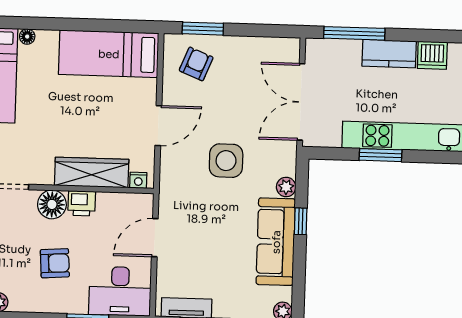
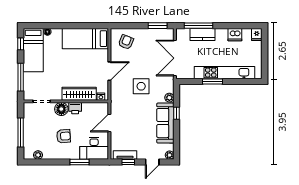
window: (203, 29) -> (158, 26), moved
kitchen counter: (389, 54) -> (203, 34), moved

